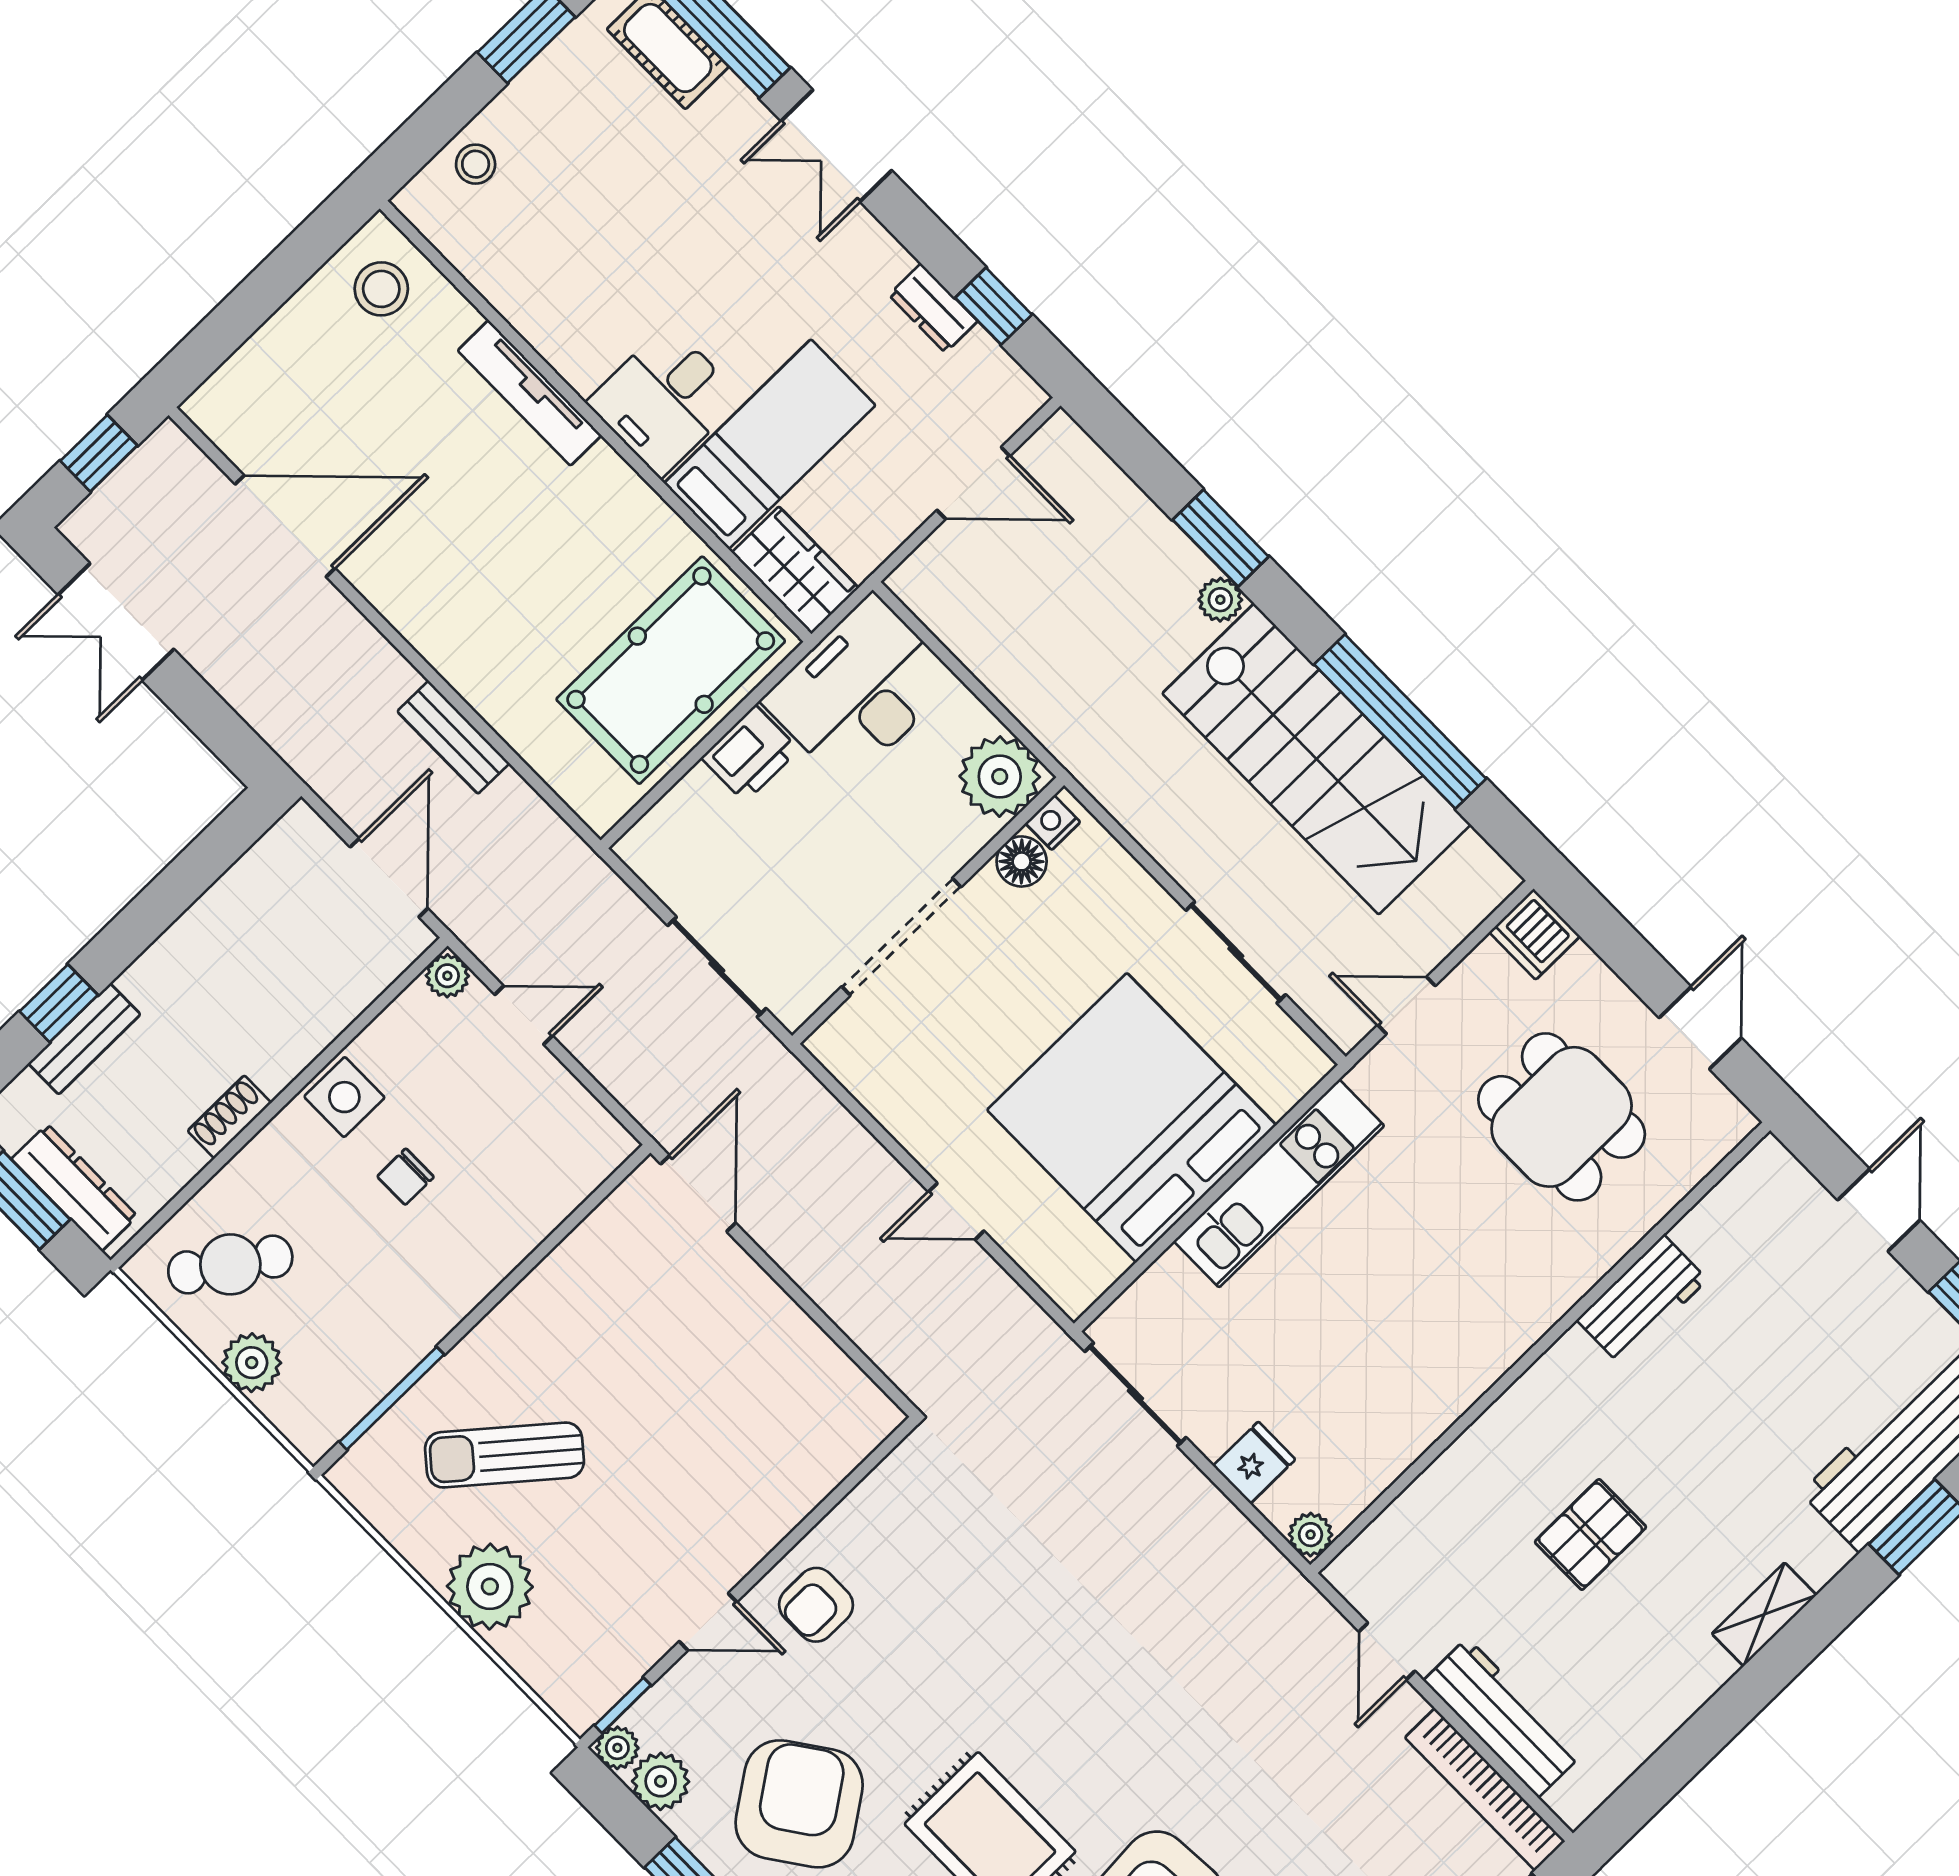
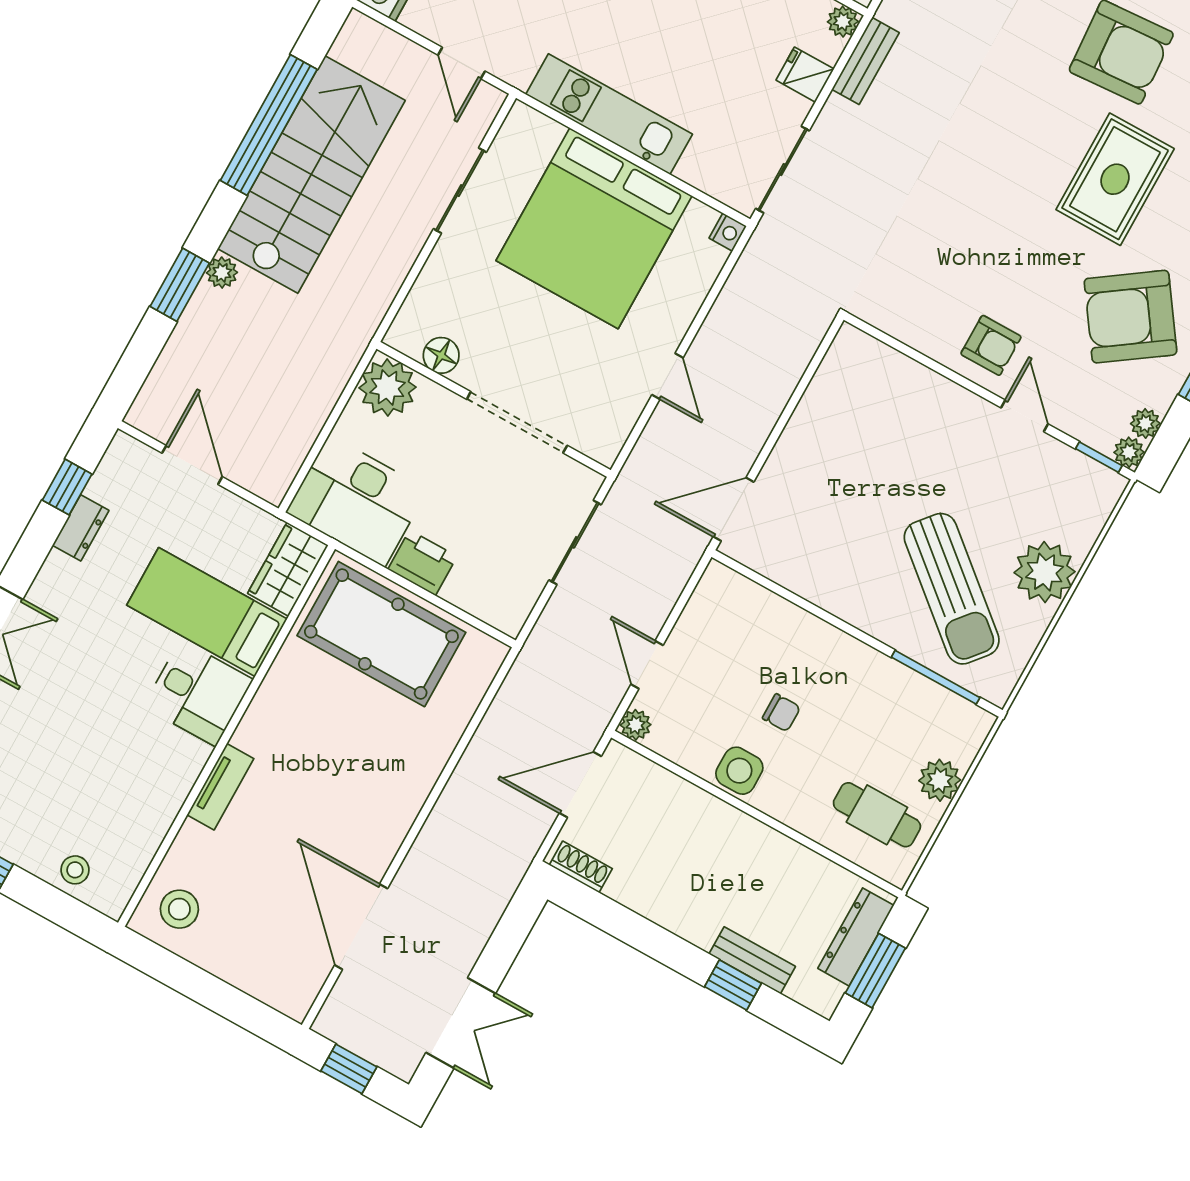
tv unit: (530, 393) -> (220, 787), width x0.71
bench: (453, 737) -> (865, 61), moved
nightstand: (1053, 823) -> (728, 232), moved, turned -90
shoe rack: (229, 1117) -> (581, 867), moved, turned 180
door: (956, 1211) -> (667, 376), moved
cafe table: (230, 1264) -> (877, 815), turned -34
sun lounger: (505, 1455) -> (952, 589), width x1.36, depth x1.34
plant: (661, 1781) -> (1145, 423), width x0.73, depth x0.73

